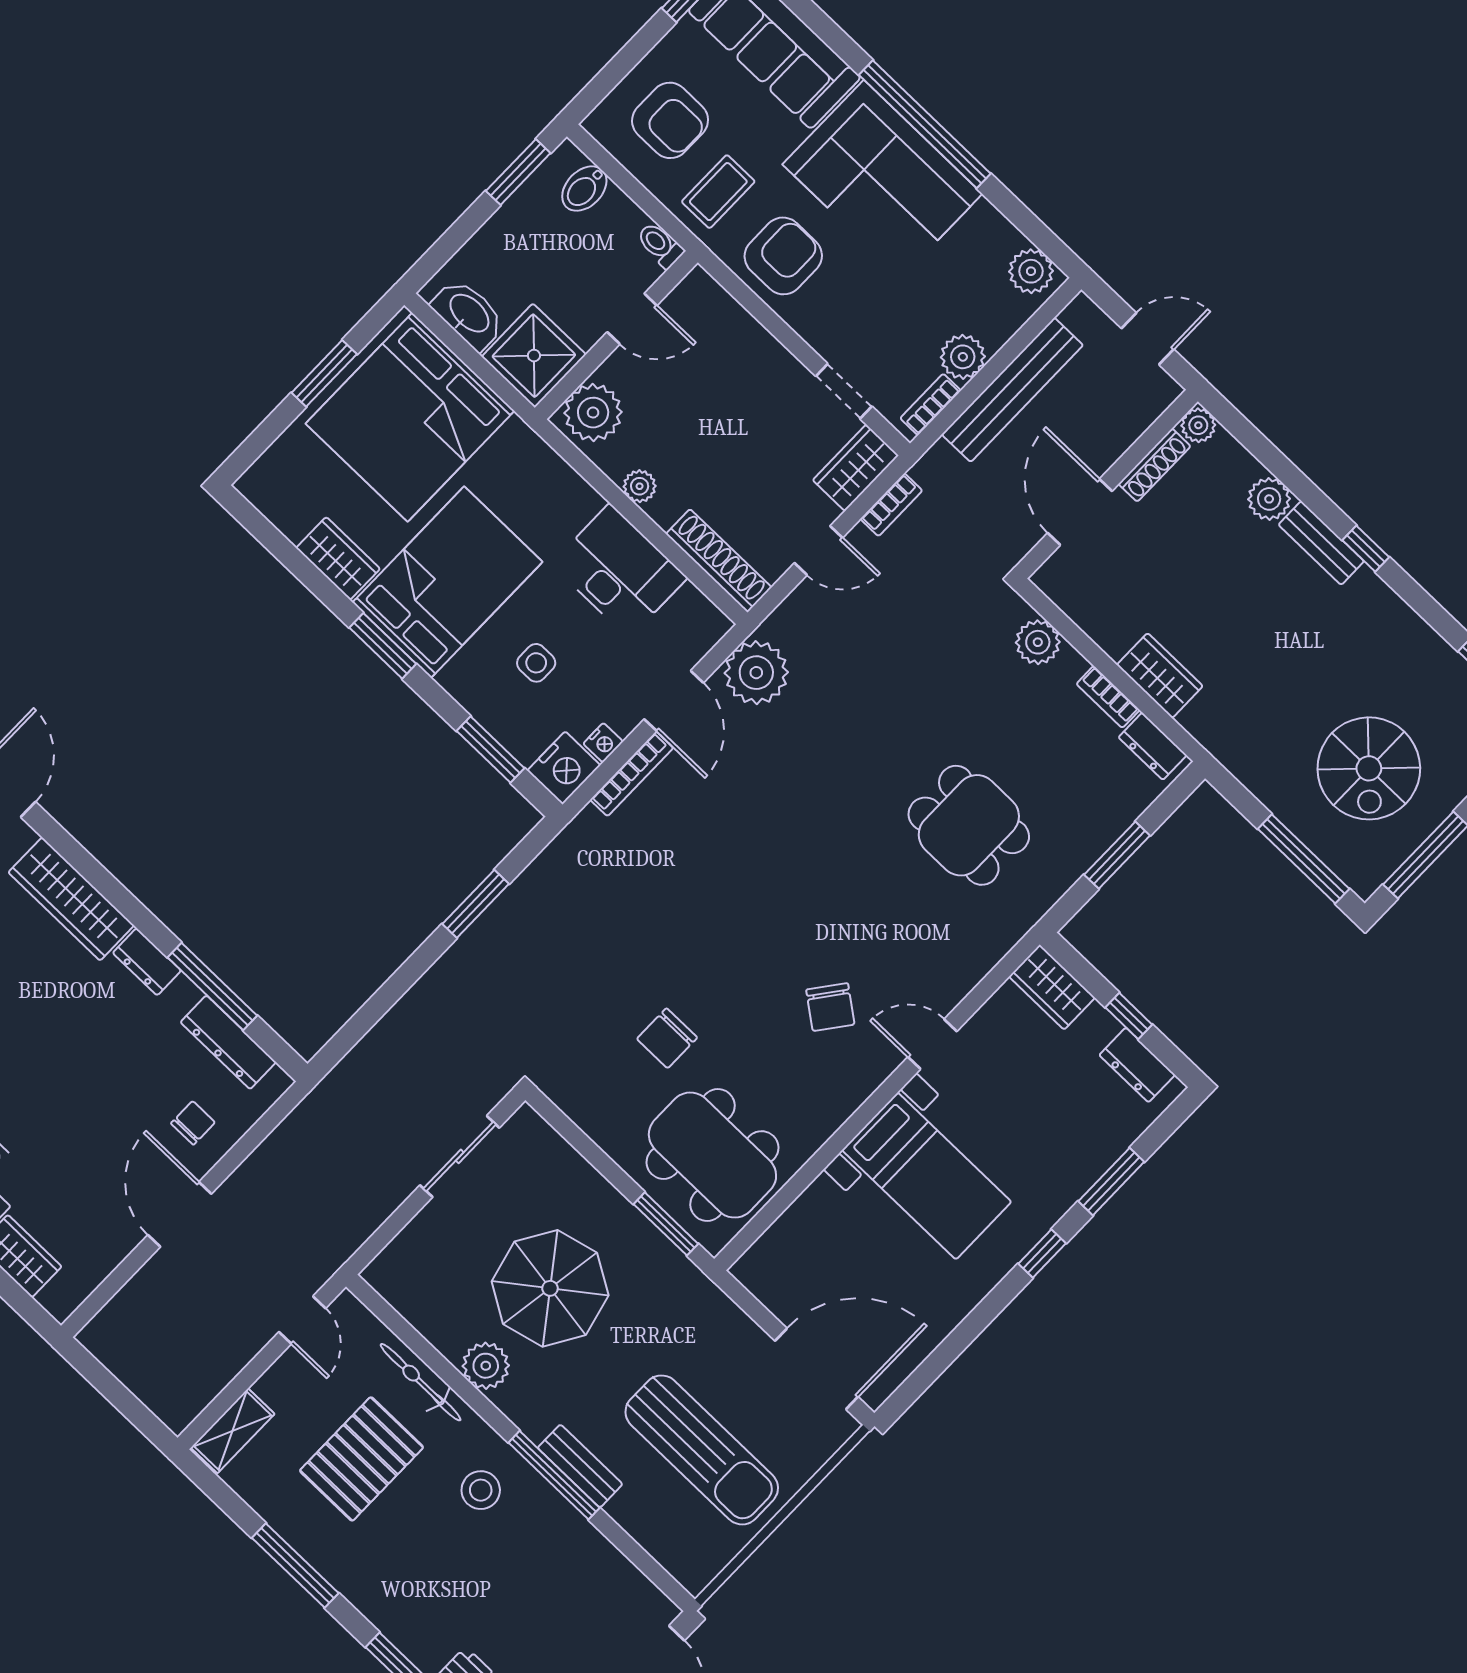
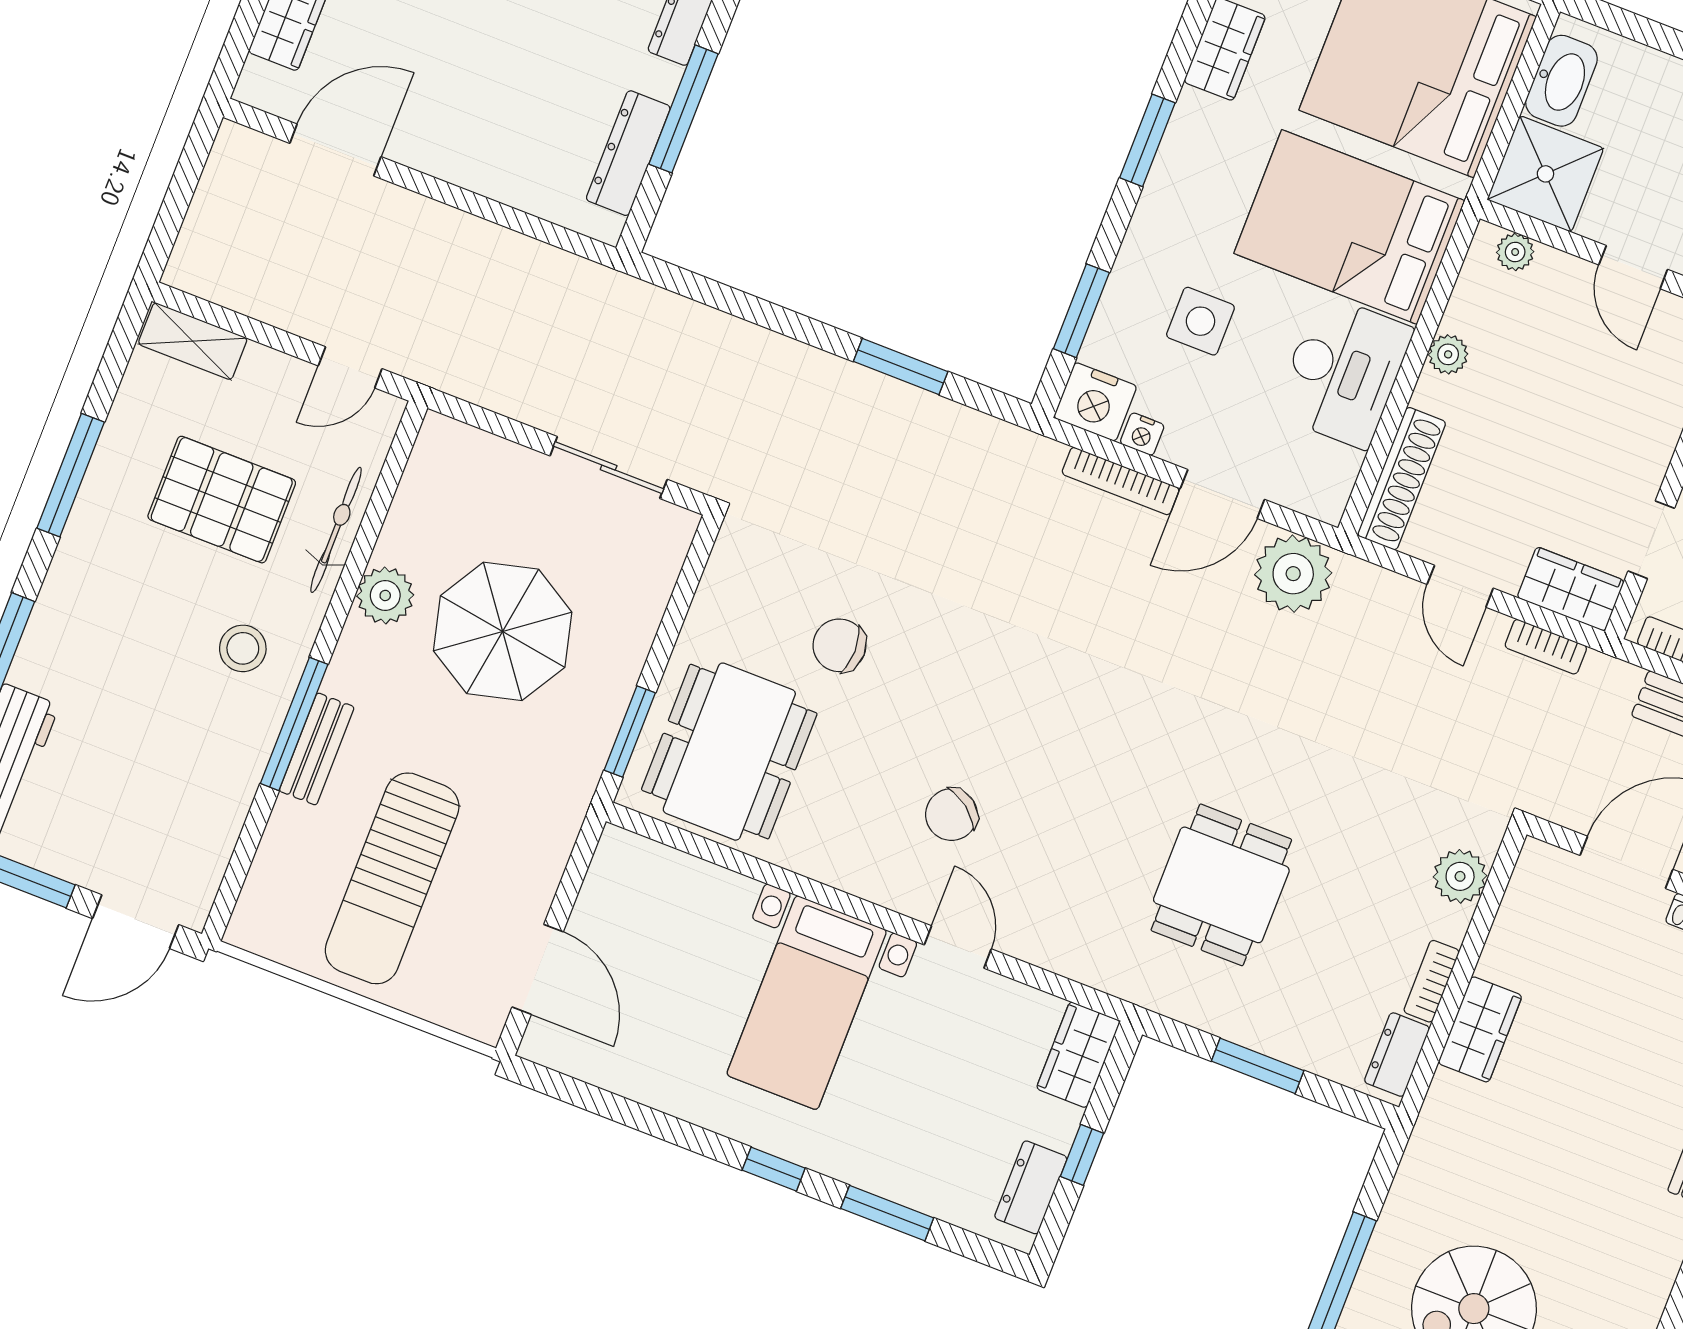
plant: (593, 413) -> (1515, 252), width x0.53, depth x0.53
bed: (448, 582) -> (1349, 227), moved, turned 180
side table: (536, 663) -> (1200, 321), width x1.37, depth x1.37
chair: (193, 1123) -> (521, 151), removed
door: (180, 1214) -> (335, 150), moved
door: (816, 1369) -> (538, 969), width x0.73

